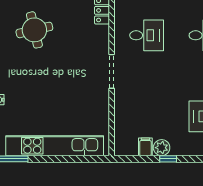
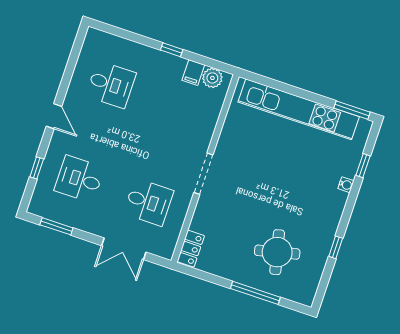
desk: (147, 35) -> (149, 202), turned 180
plant: (162, 148) -> (212, 78), moved

